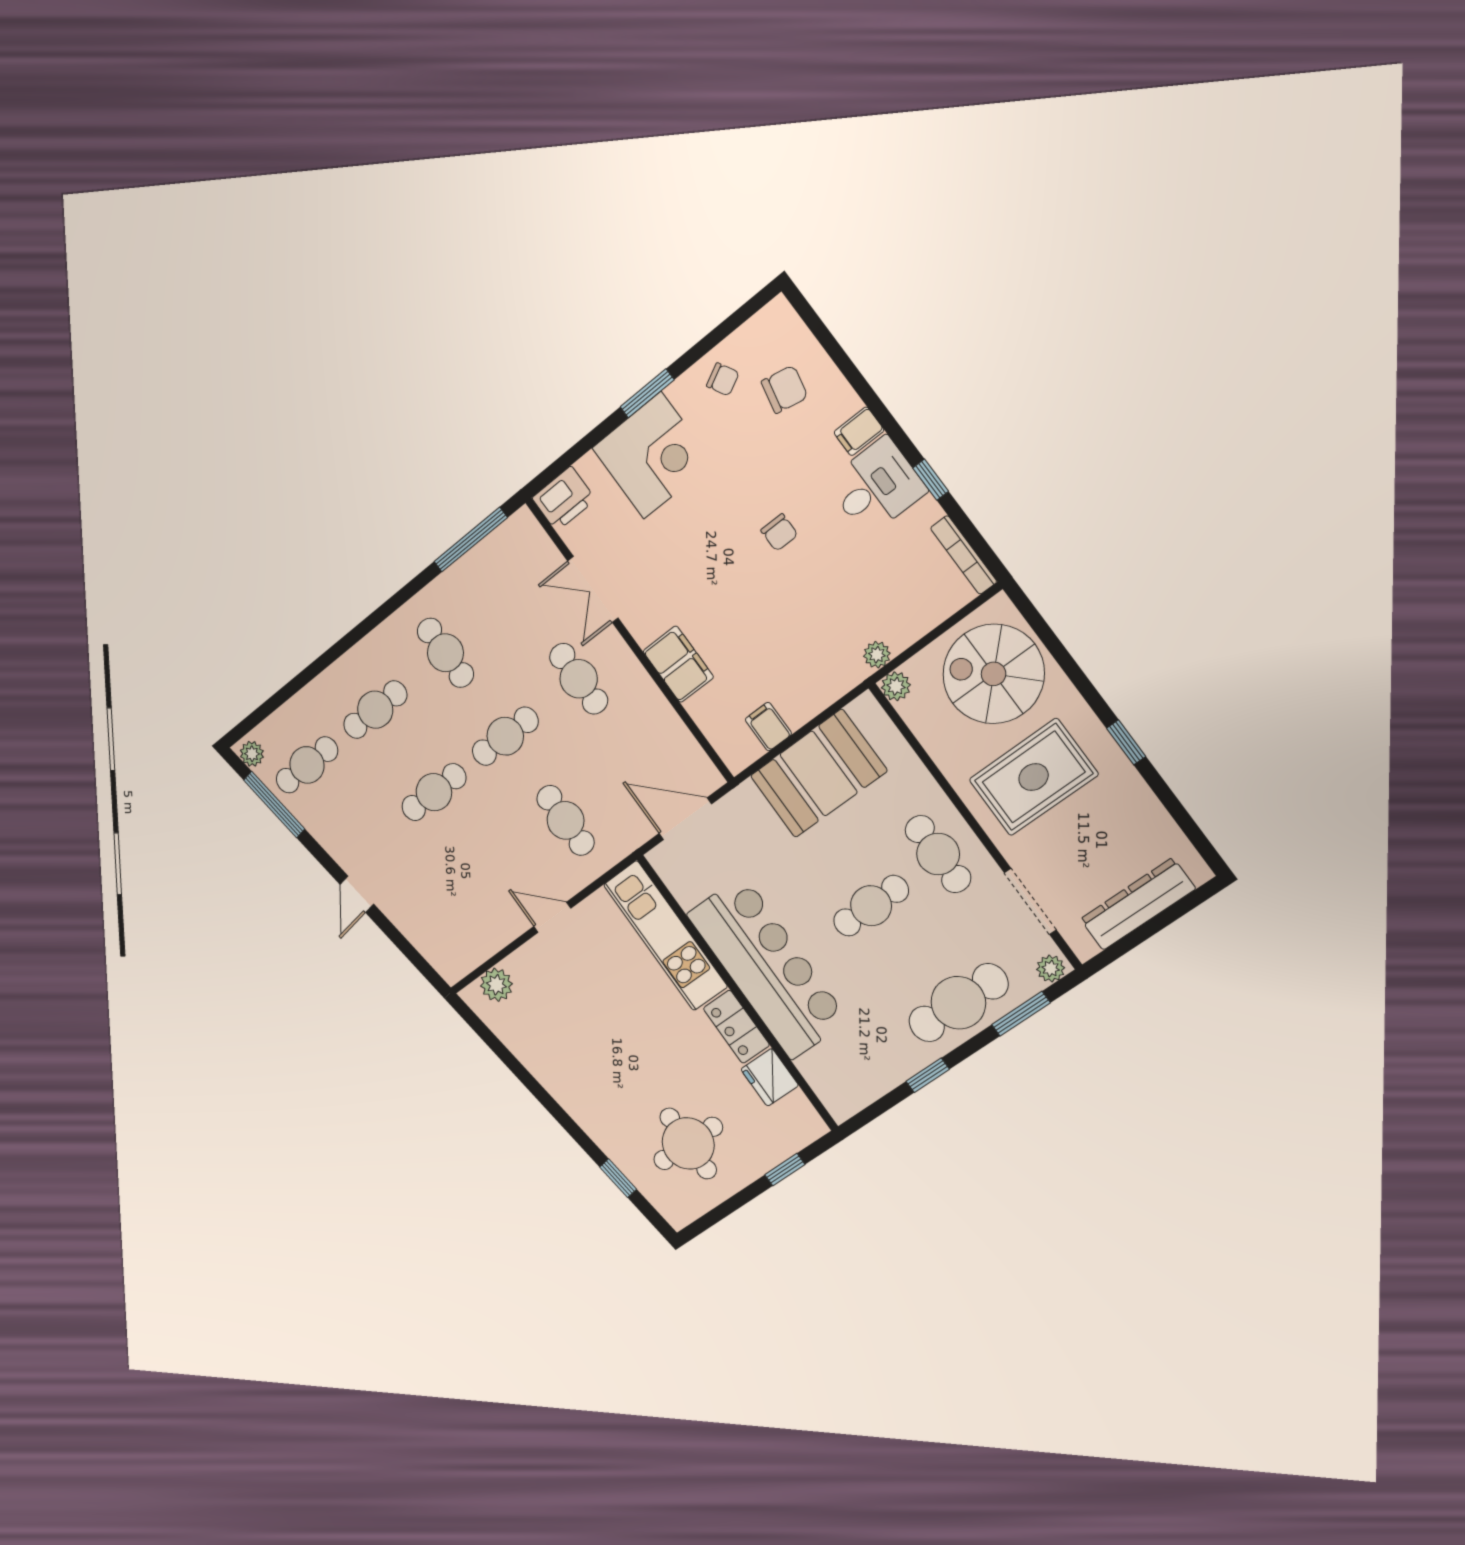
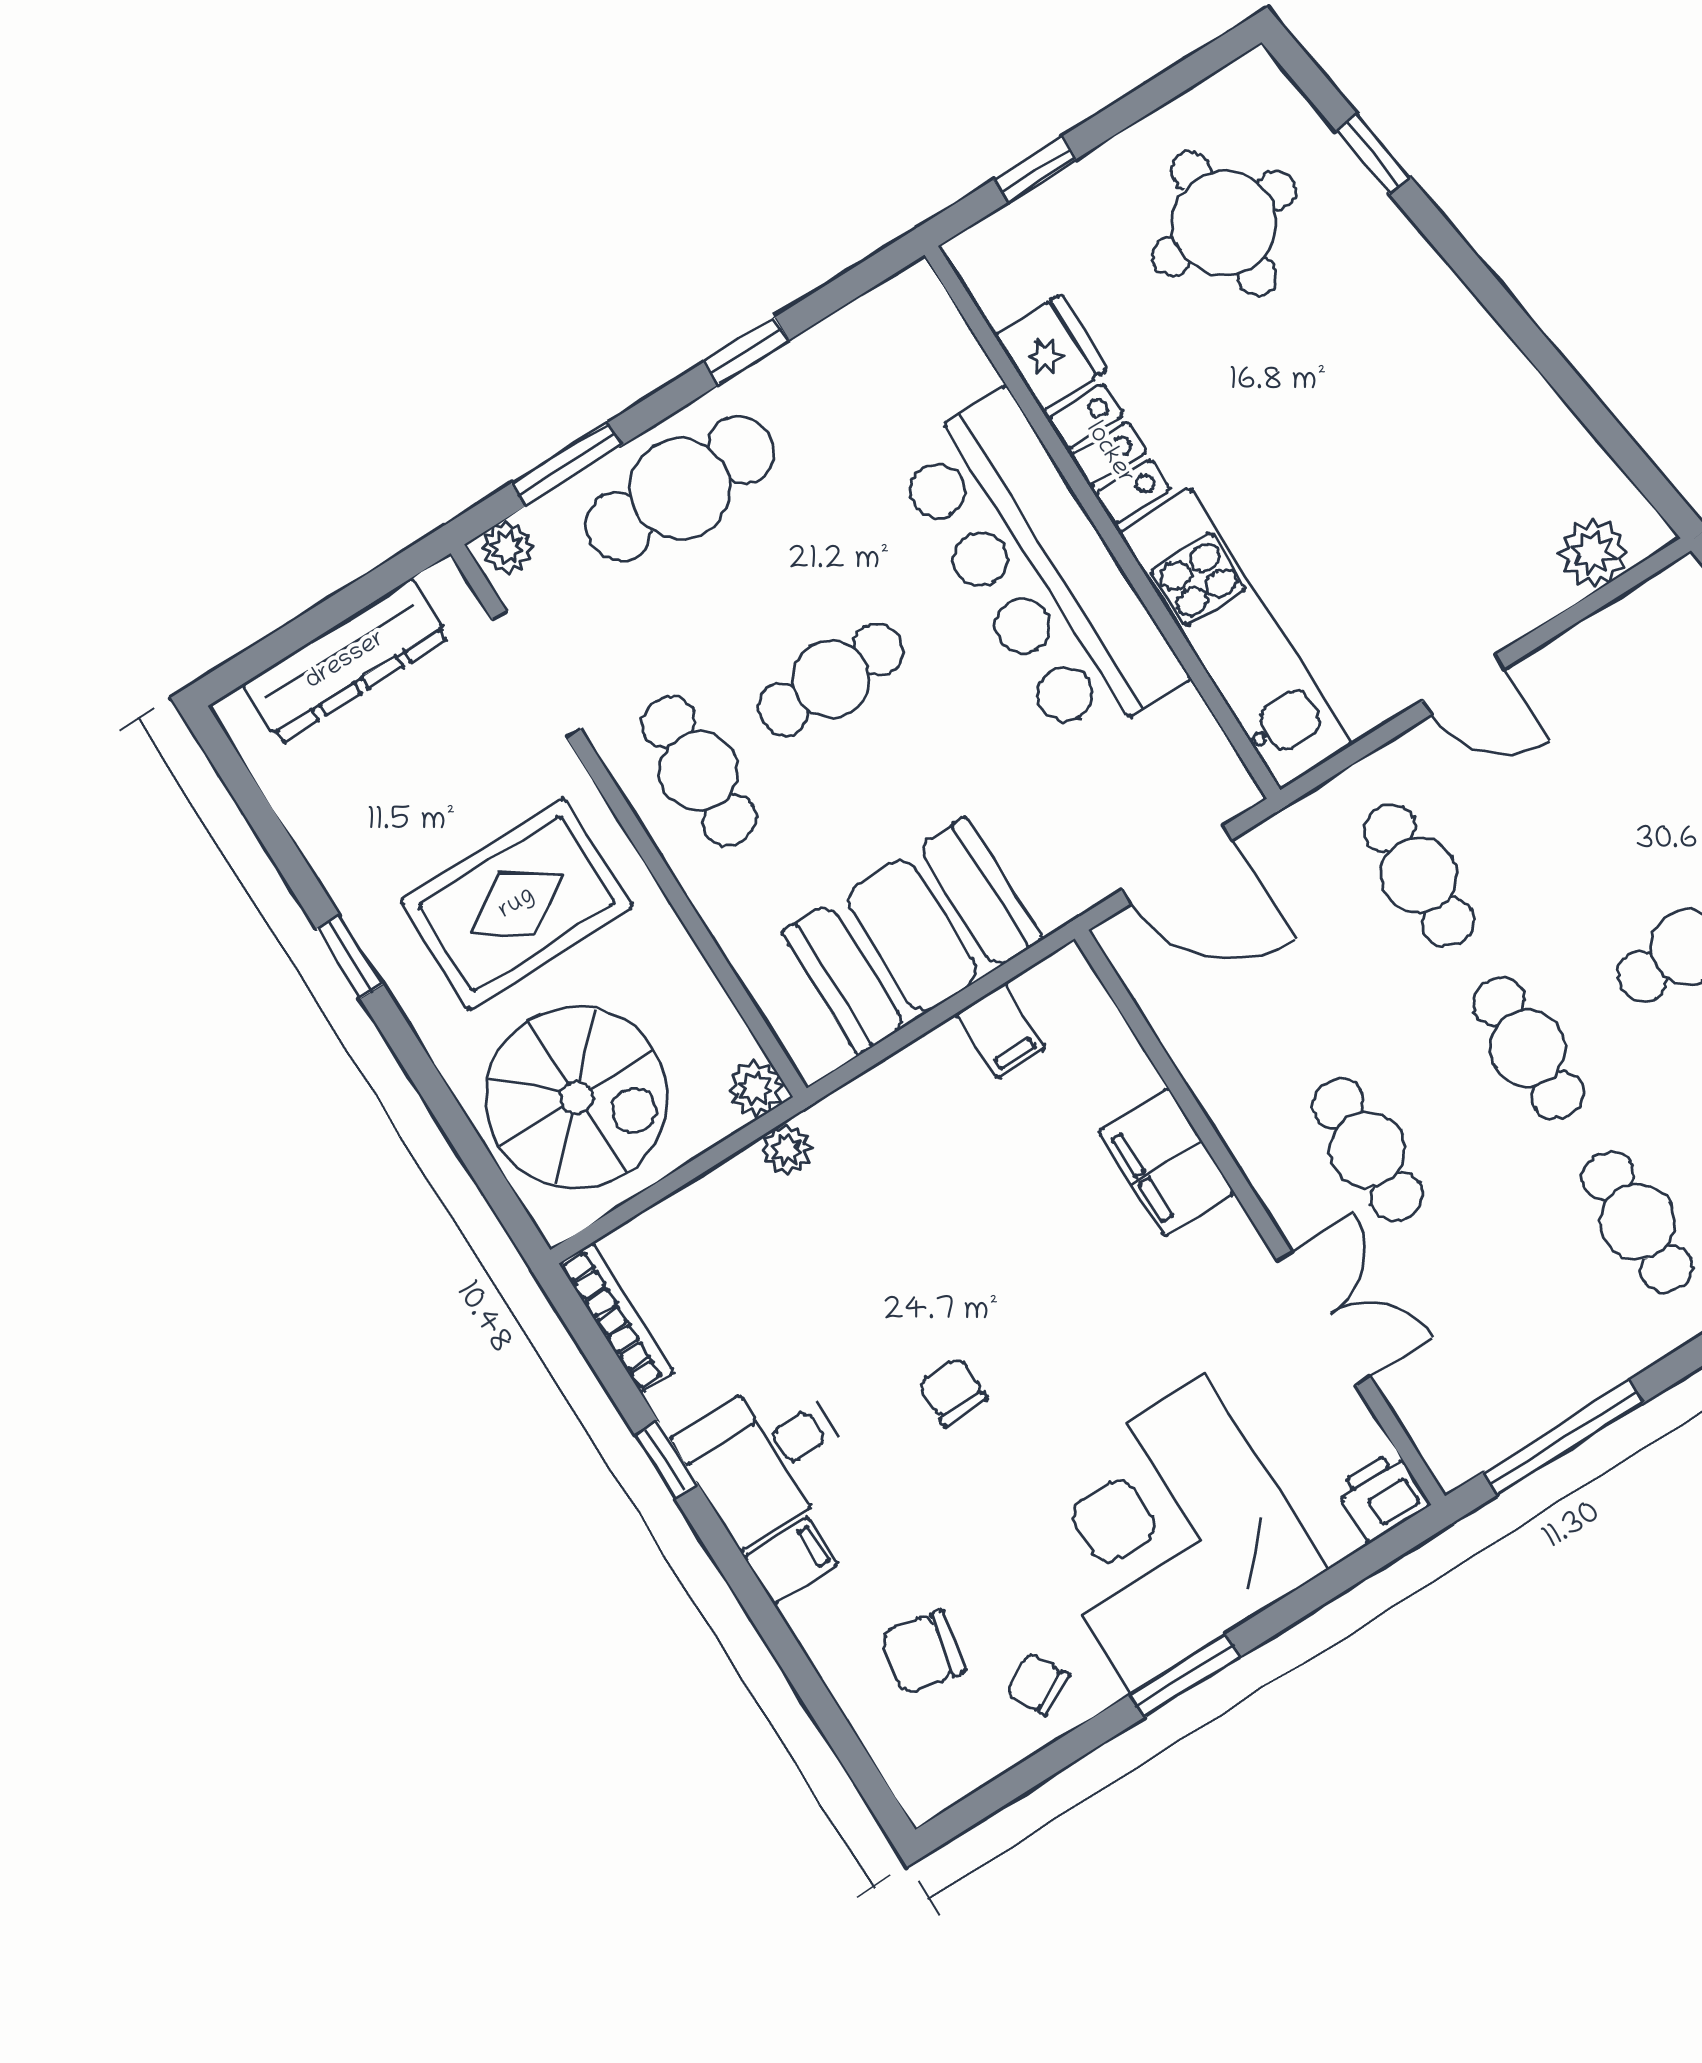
corner desk: (652, 455) -> (1168, 1534), width x1.36, depth x1.36
printer: (564, 499) -> (1382, 1496), width x0.73, depth x0.81
cafe table: (505, 736) -> (1528, 1049), turned 90

